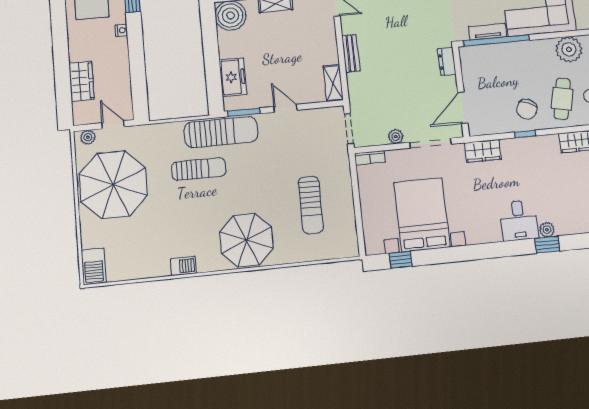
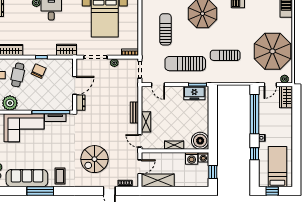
window: (138, 70) -> (255, 114), added
freezer: (233, 77) -> (194, 93), moved, turned -90
wardrobe: (82, 81) -> (286, 97), moved
shelving: (333, 83) -> (146, 122), moved
door: (285, 108) -> (158, 85), moved
door: (463, 108) -> (75, 85), moved
door: (113, 125) -> (270, 85), hinge flipped
sun lounger: (221, 132) -> (185, 64), moved

